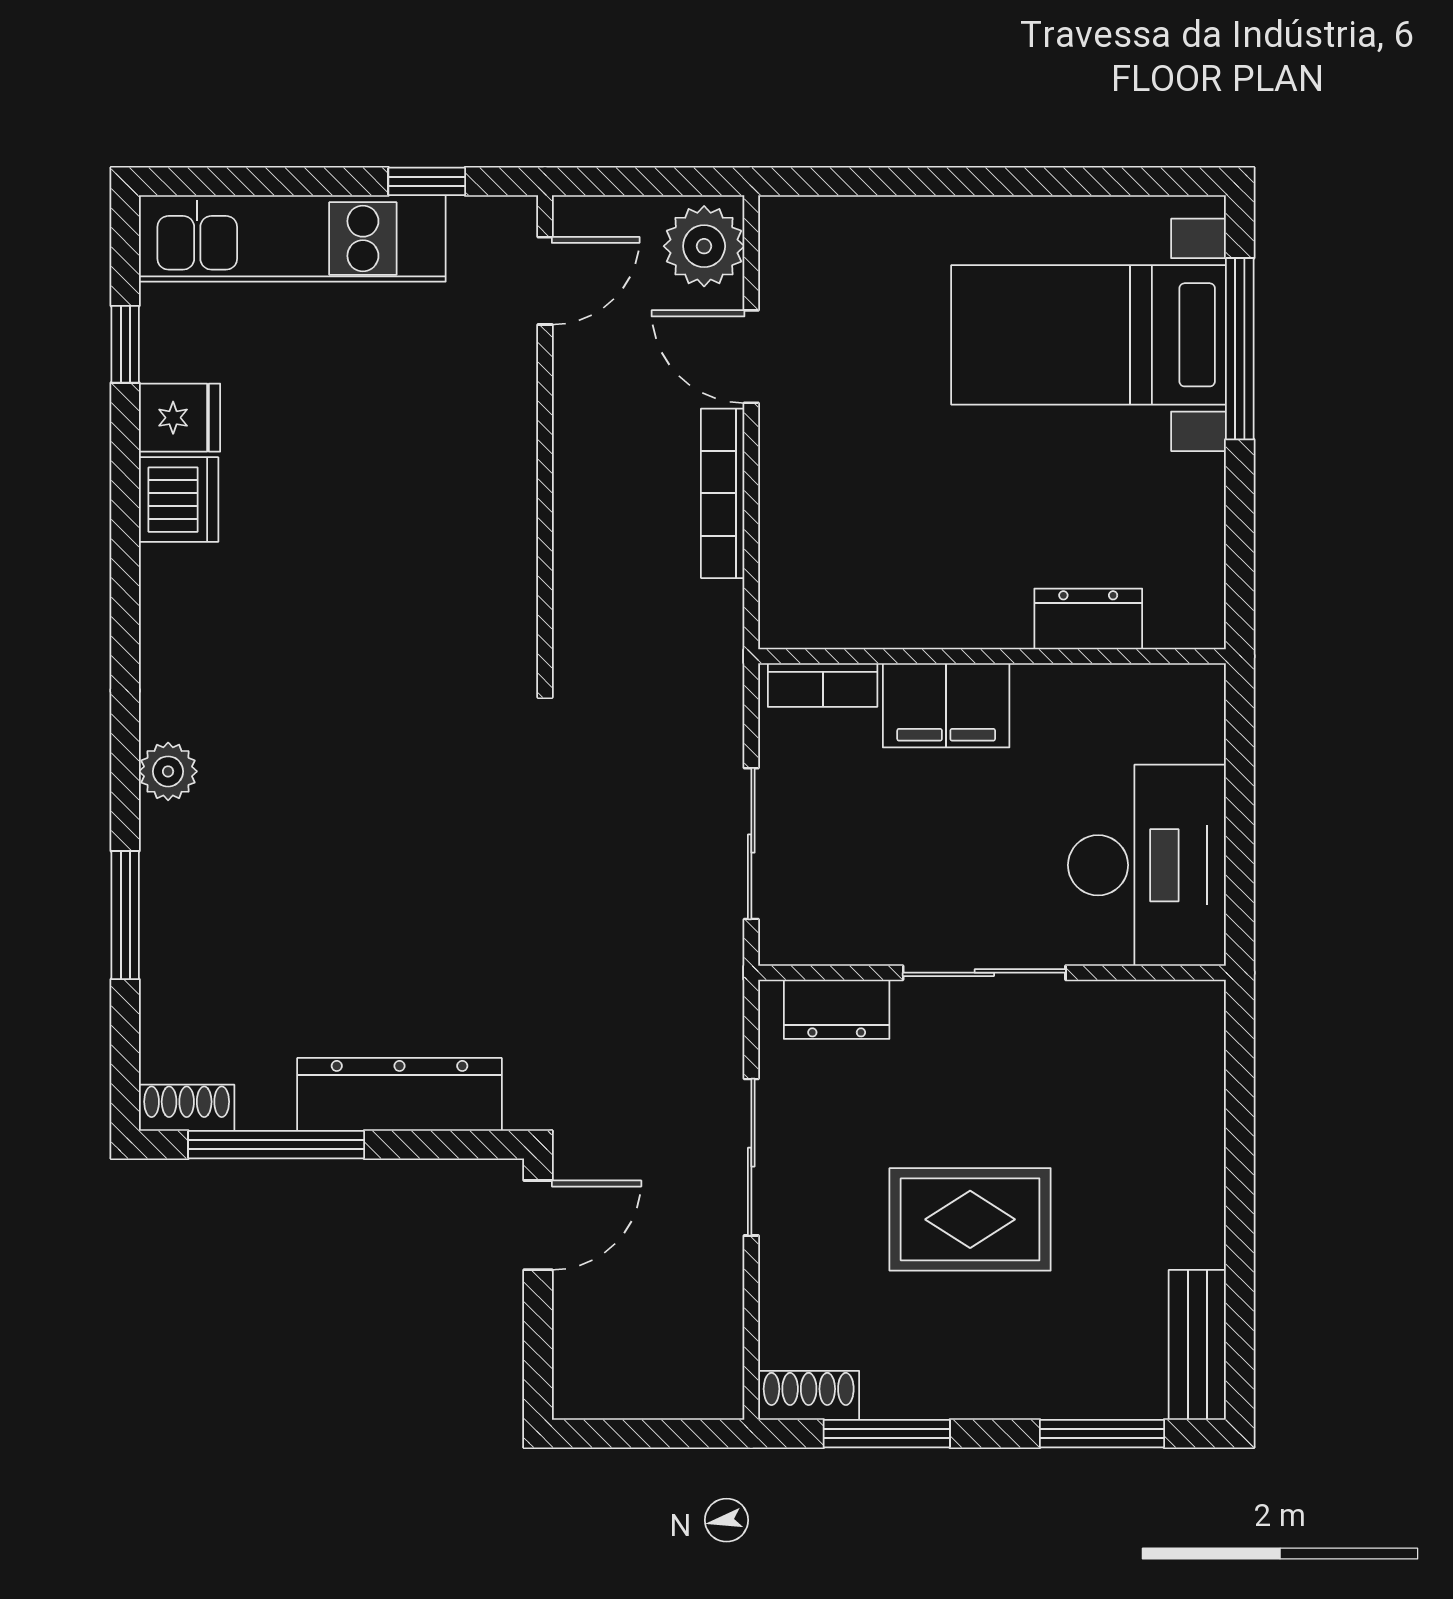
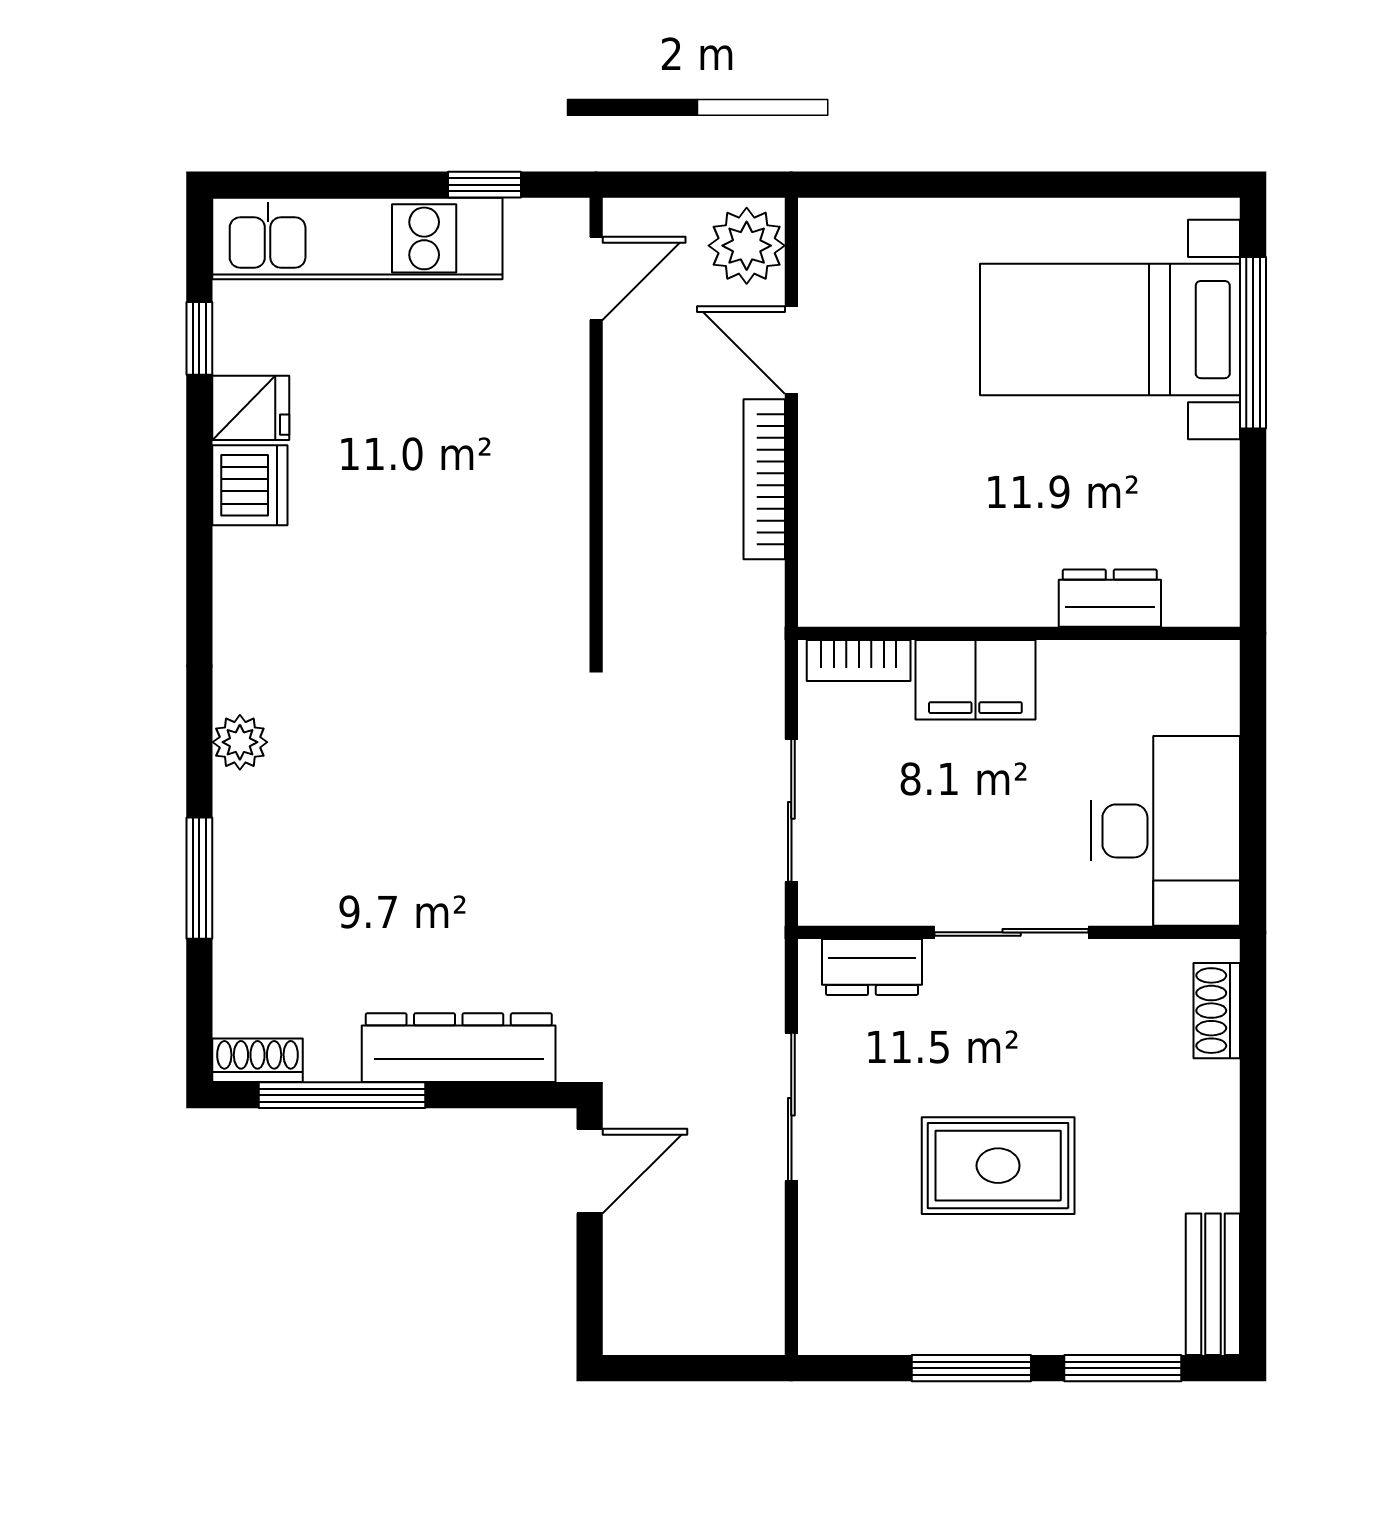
shoe rack: (809, 1395) -> (1217, 1011), moved, turned -90
window: (887, 1434) -> (971, 1368), moved

